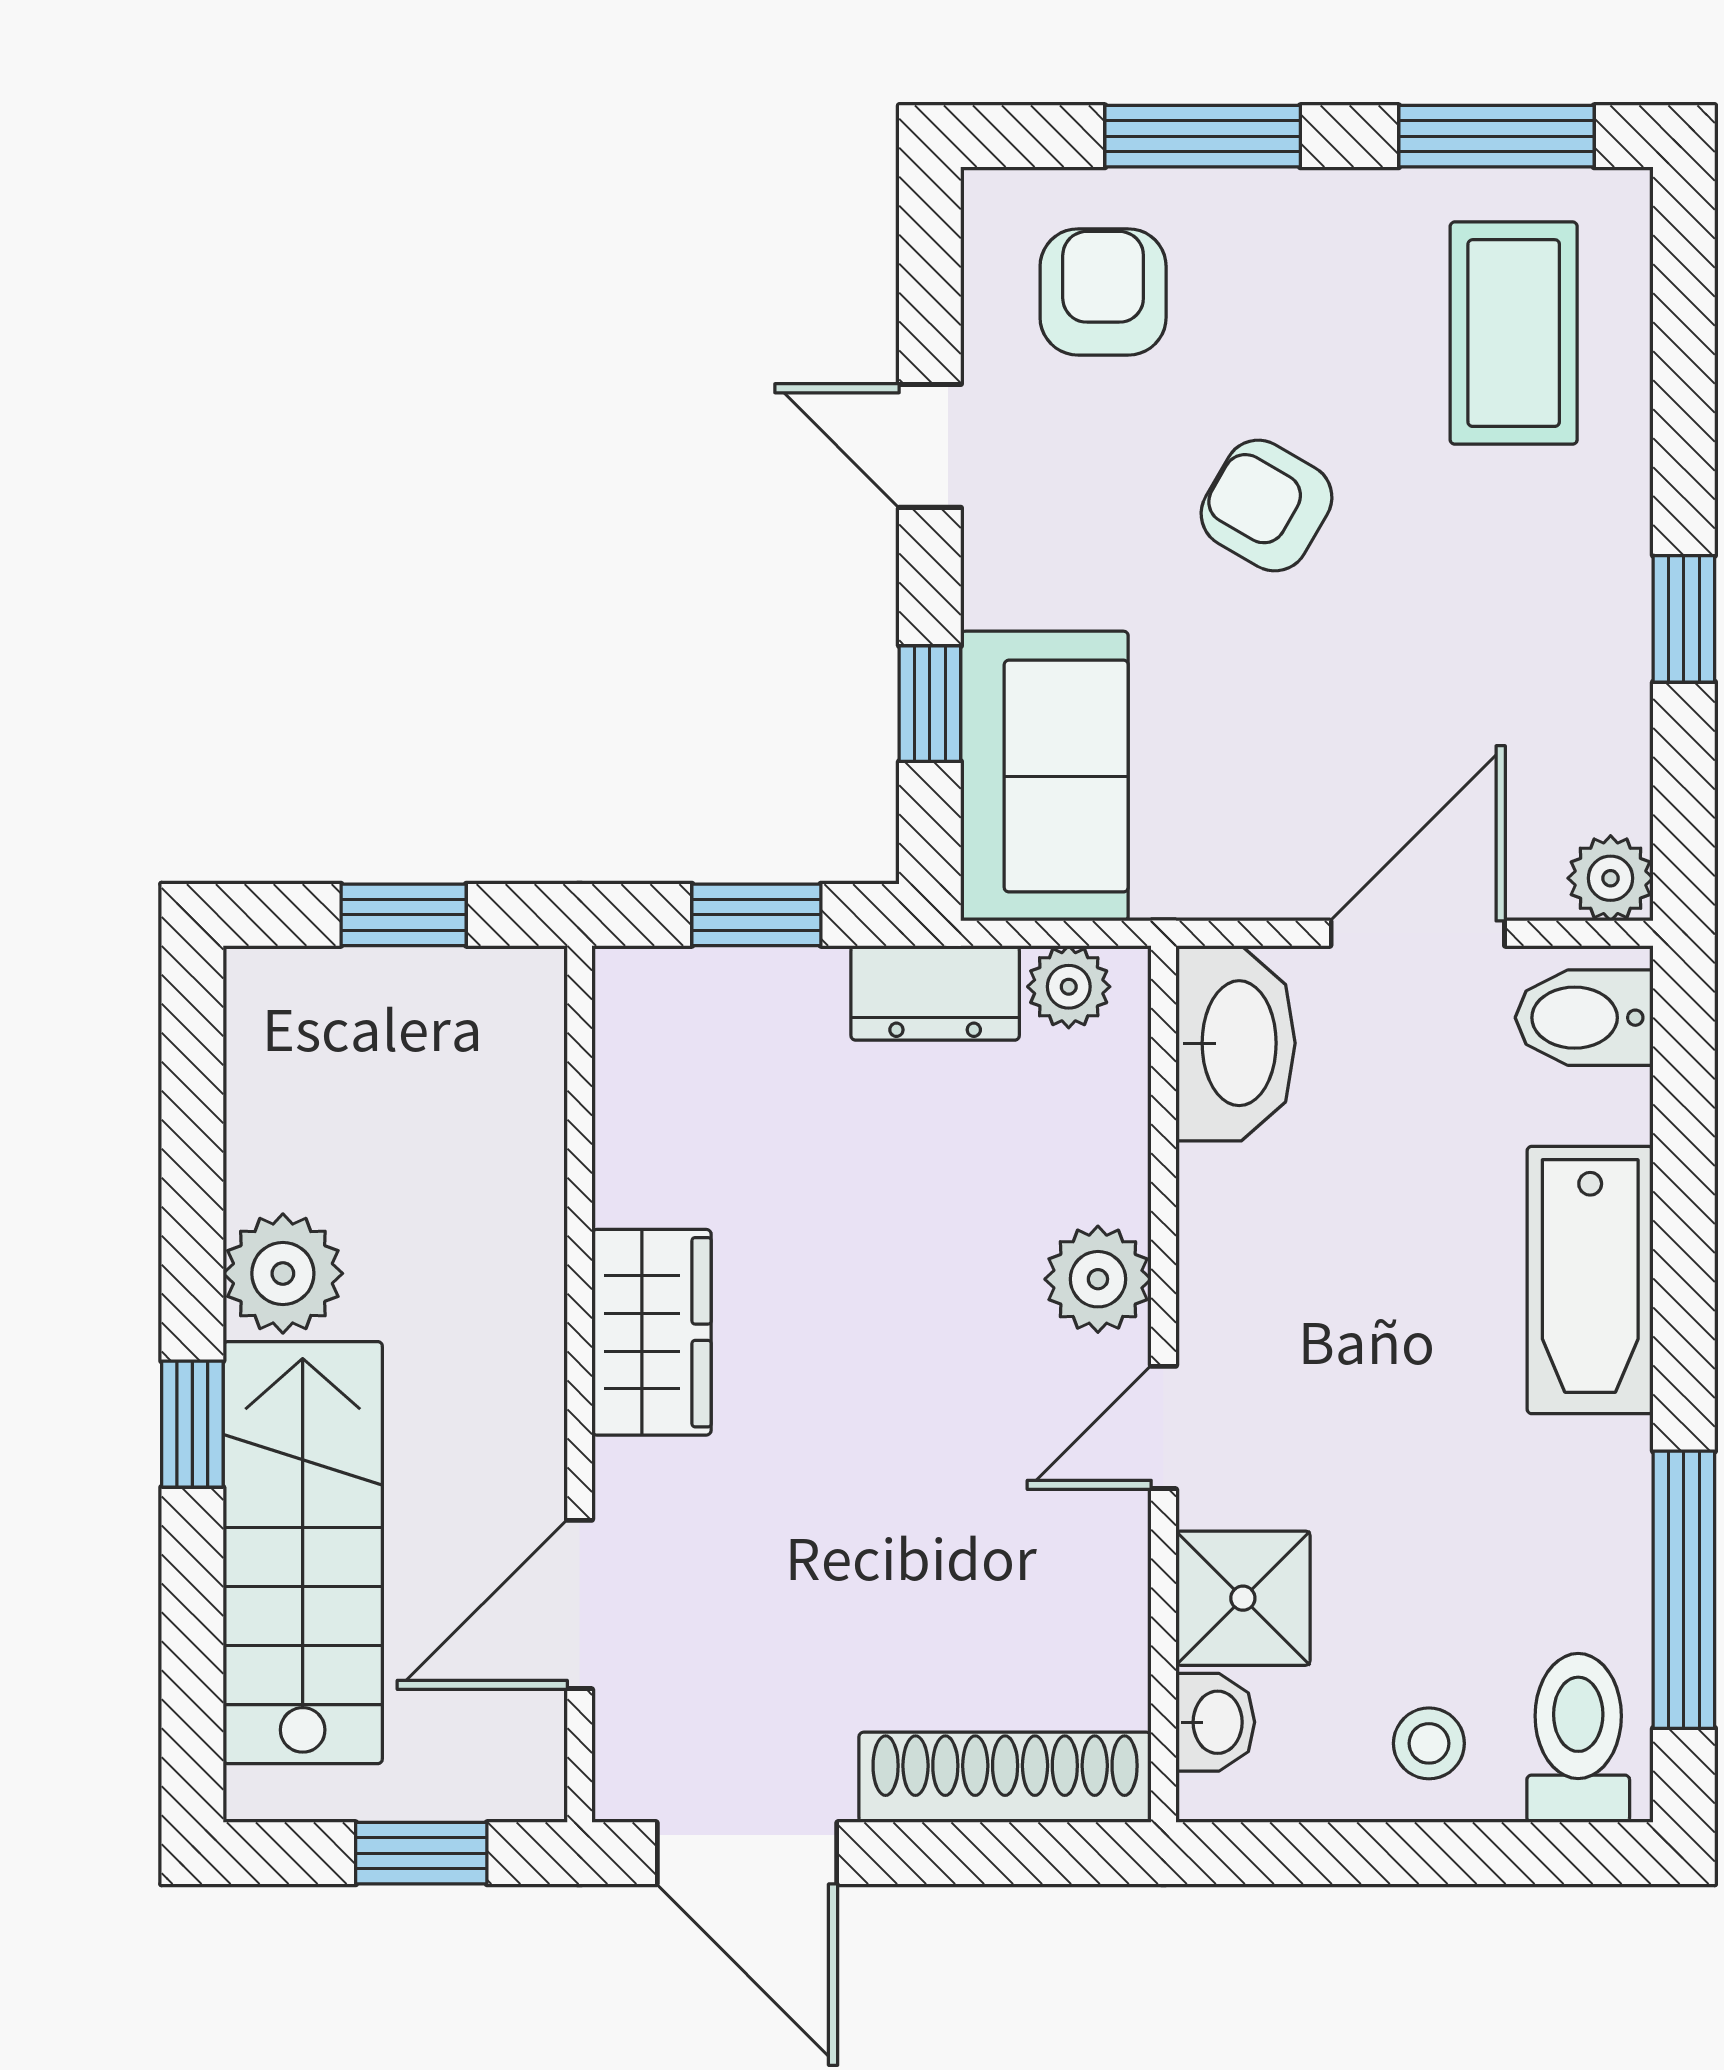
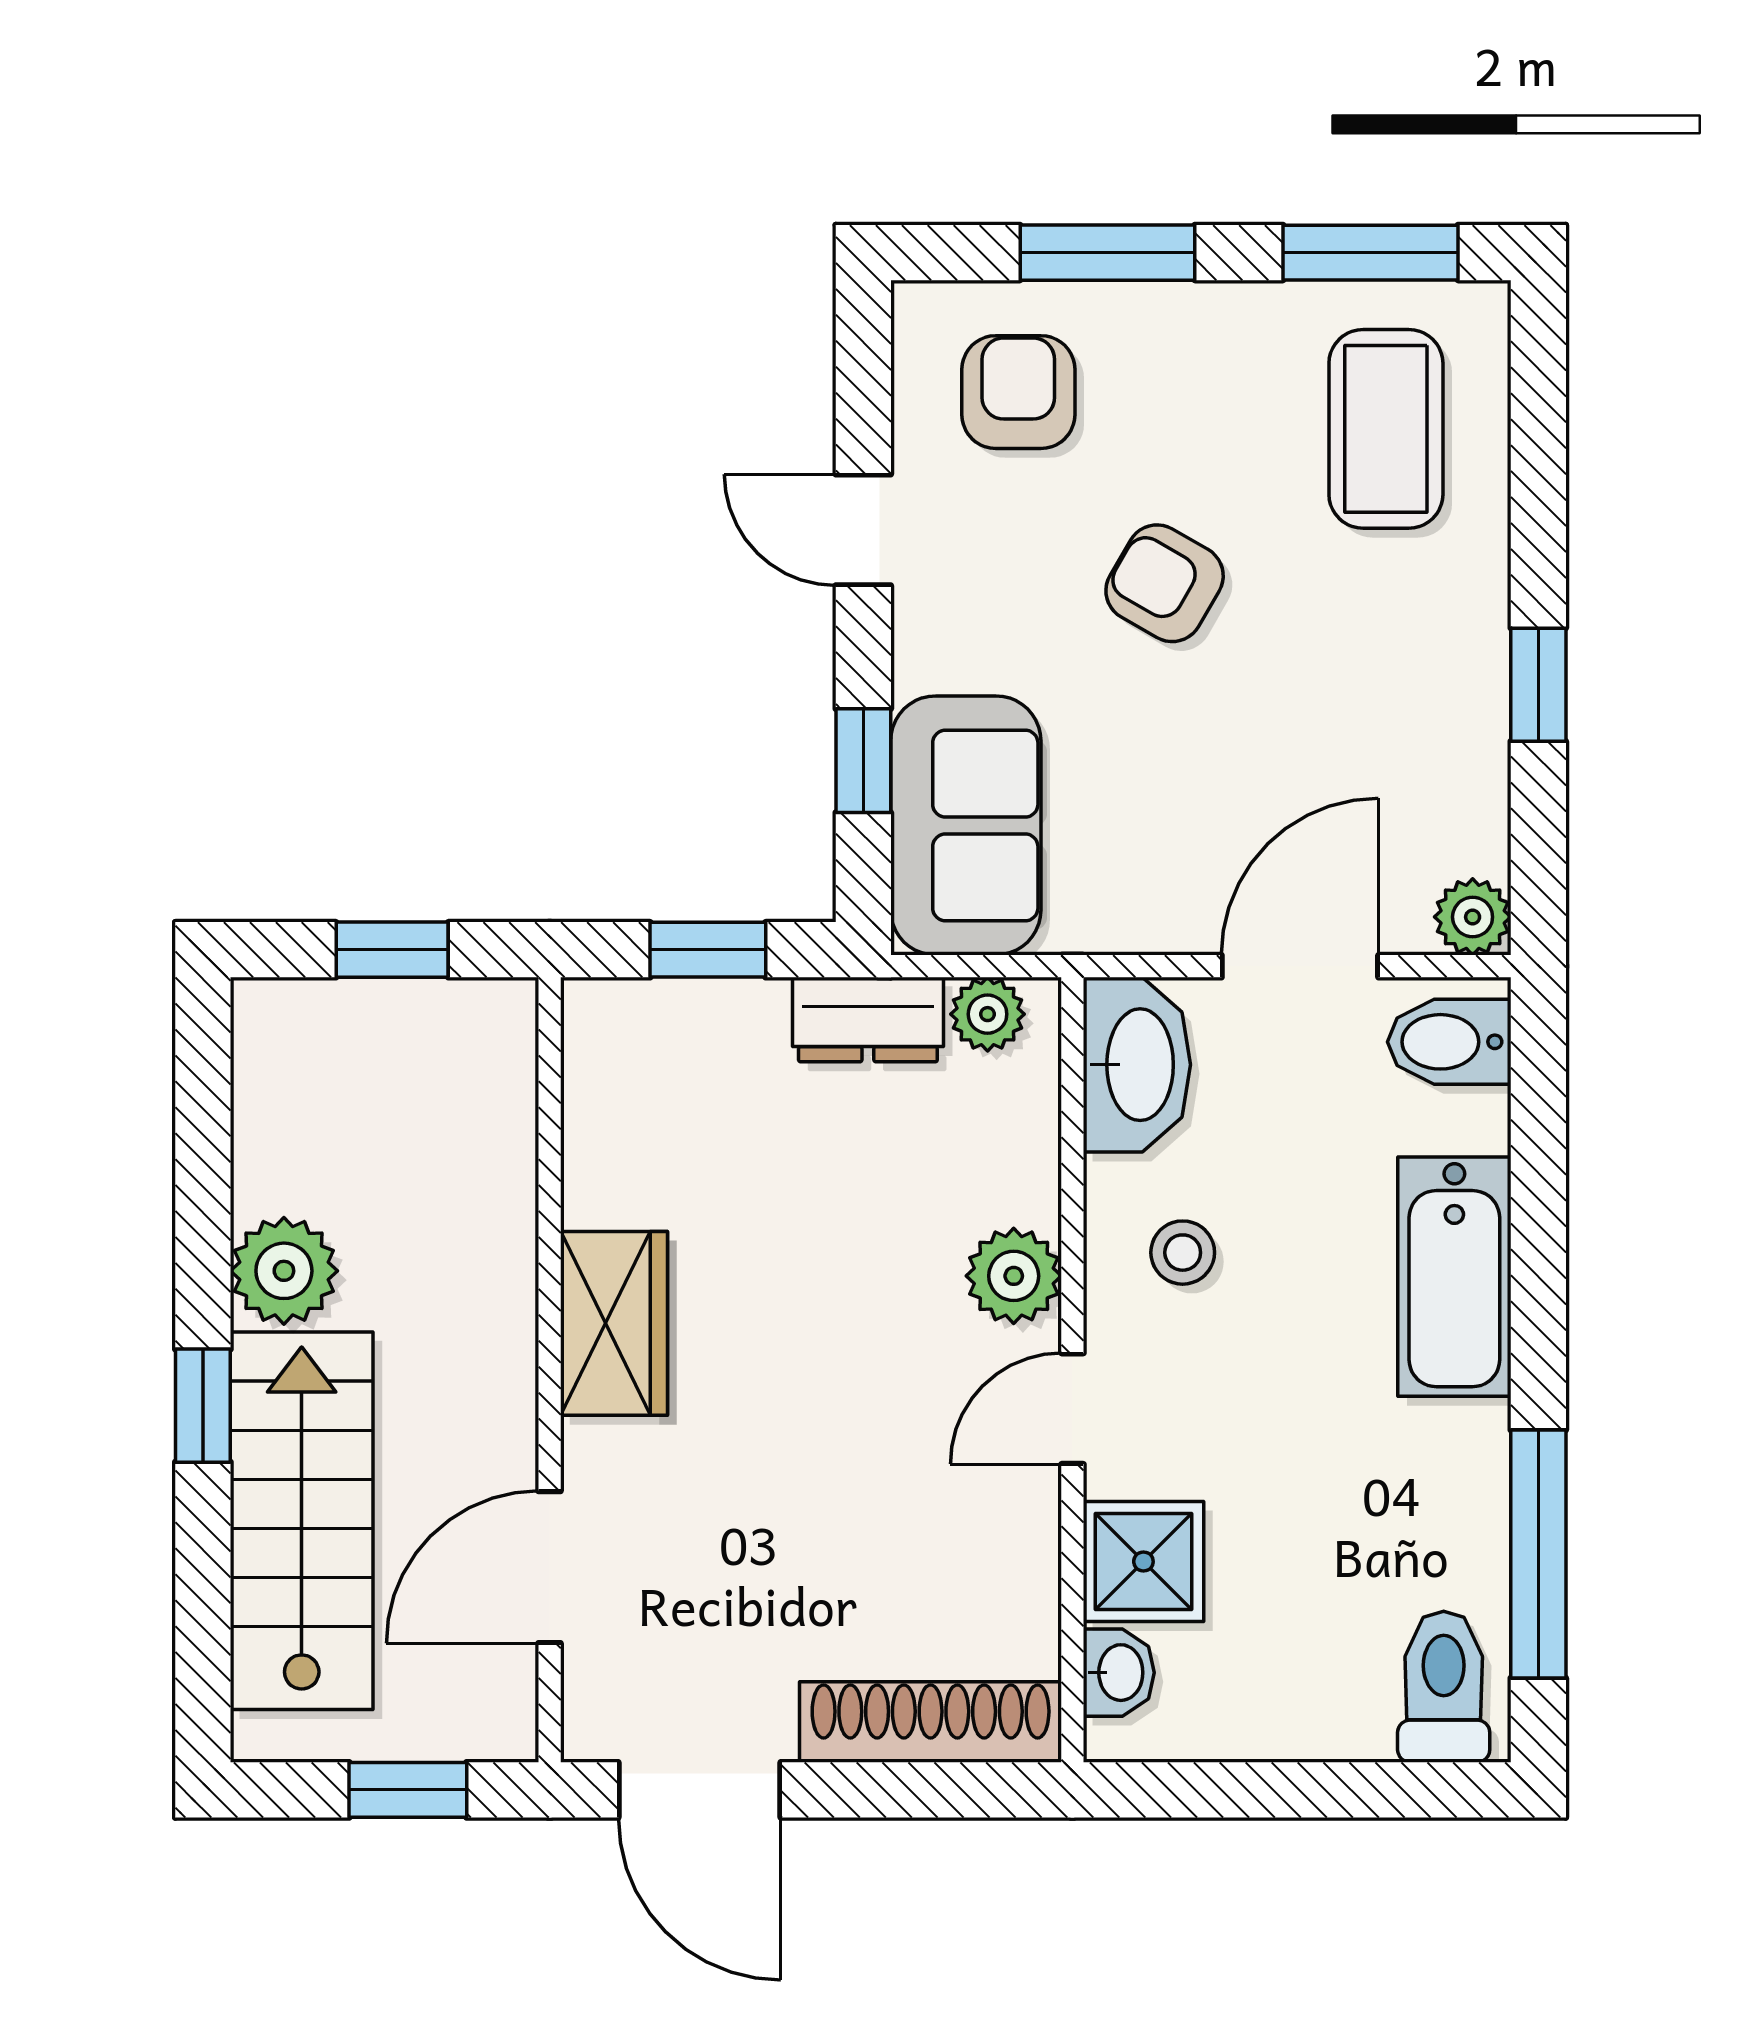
stool: (1429, 1743) -> (1183, 1253), moved

